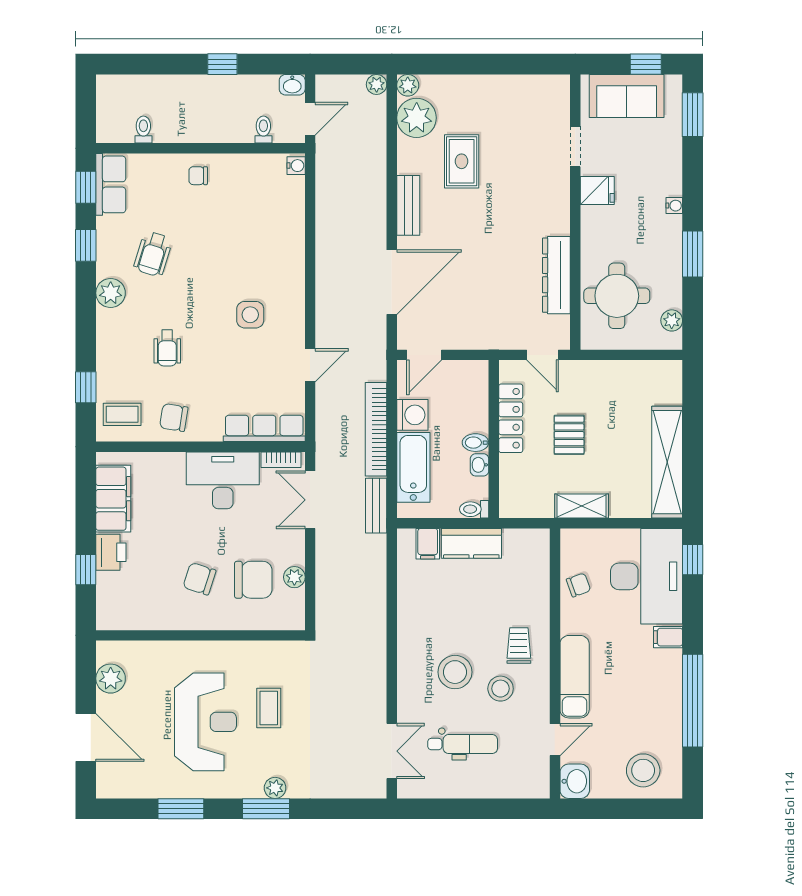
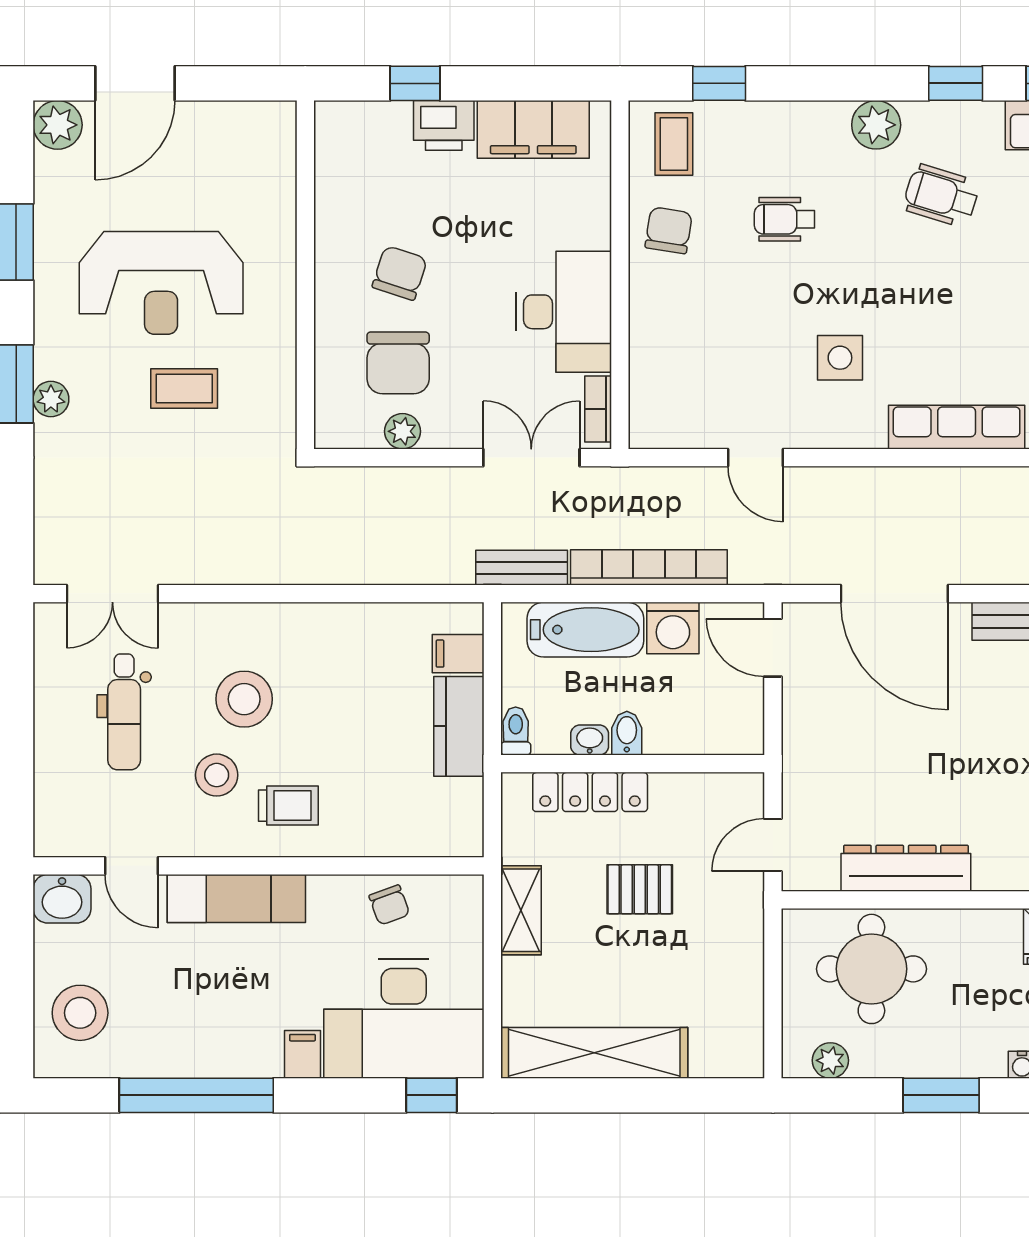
locker: (511, 418) -> (590, 792), moved
row of seats: (264, 428) -> (957, 427), moved, turned -90
plant: (111, 679) -> (58, 125), moved

